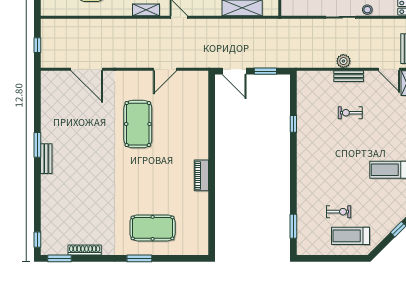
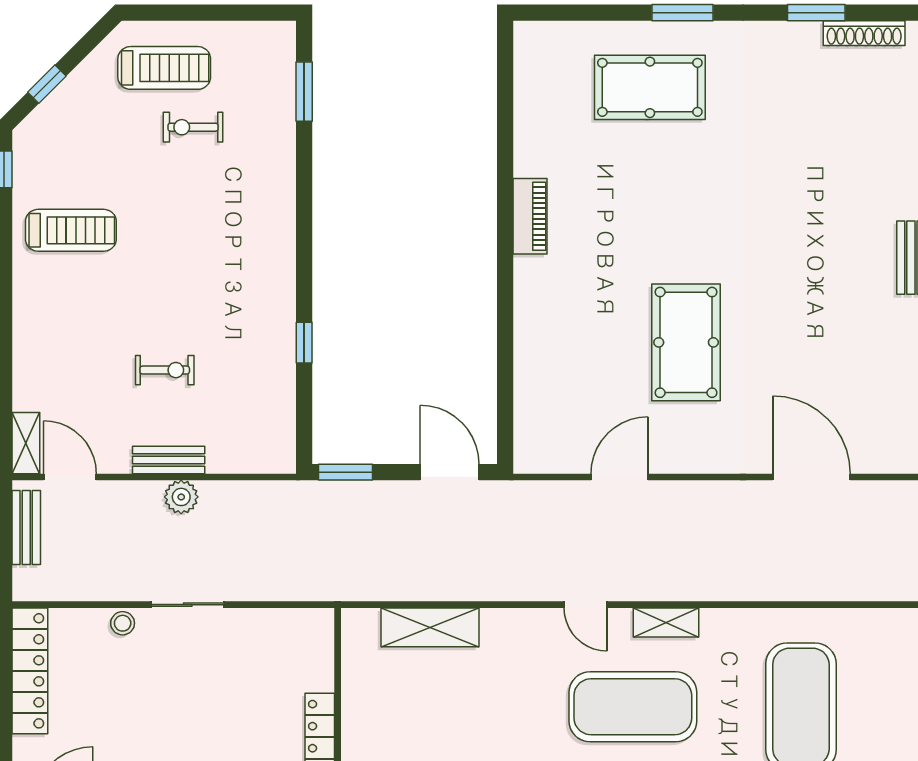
window: (265, 71) -> (345, 472), moved
shoe rack: (85, 250) -> (864, 33), moved
window: (60, 258) -> (816, 13), moved

